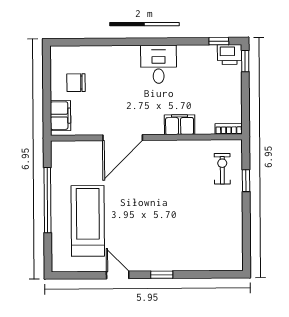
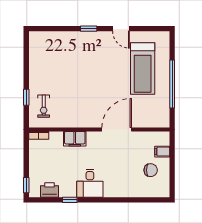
window: (219, 41) -> (70, 200), moved
printer: (230, 54) -> (49, 190), moved
filing cabinet: (60, 116) -> (162, 152), width x0.50

